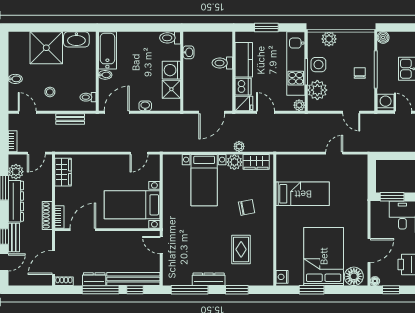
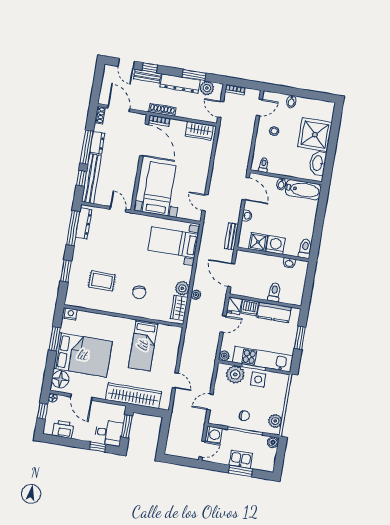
plant: (329, 39) -> (275, 421), moved
bench: (70, 119) -> (231, 236), moved
bed with nightstands: (204, 180) -> (173, 242), moved
wardrobe: (358, 195) -> (133, 396), added
door: (83, 230) -> (144, 140), width x1.36
door: (161, 245) -> (118, 209), hinge flipped
dresser: (209, 279) -> (84, 224), moved

